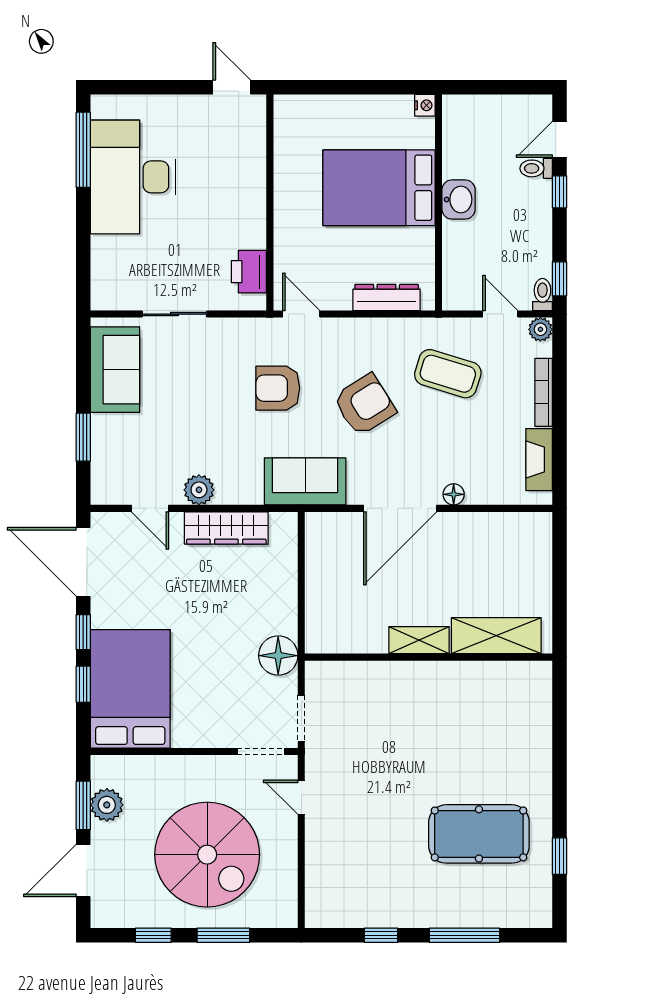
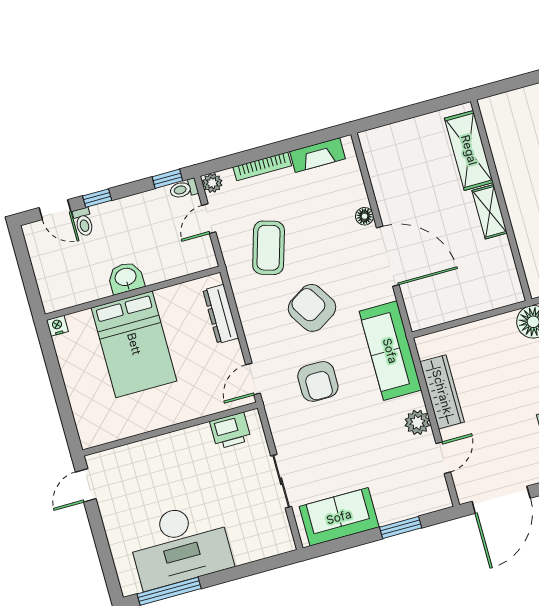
sofa: (305, 481) -> (390, 351), width x1.36

